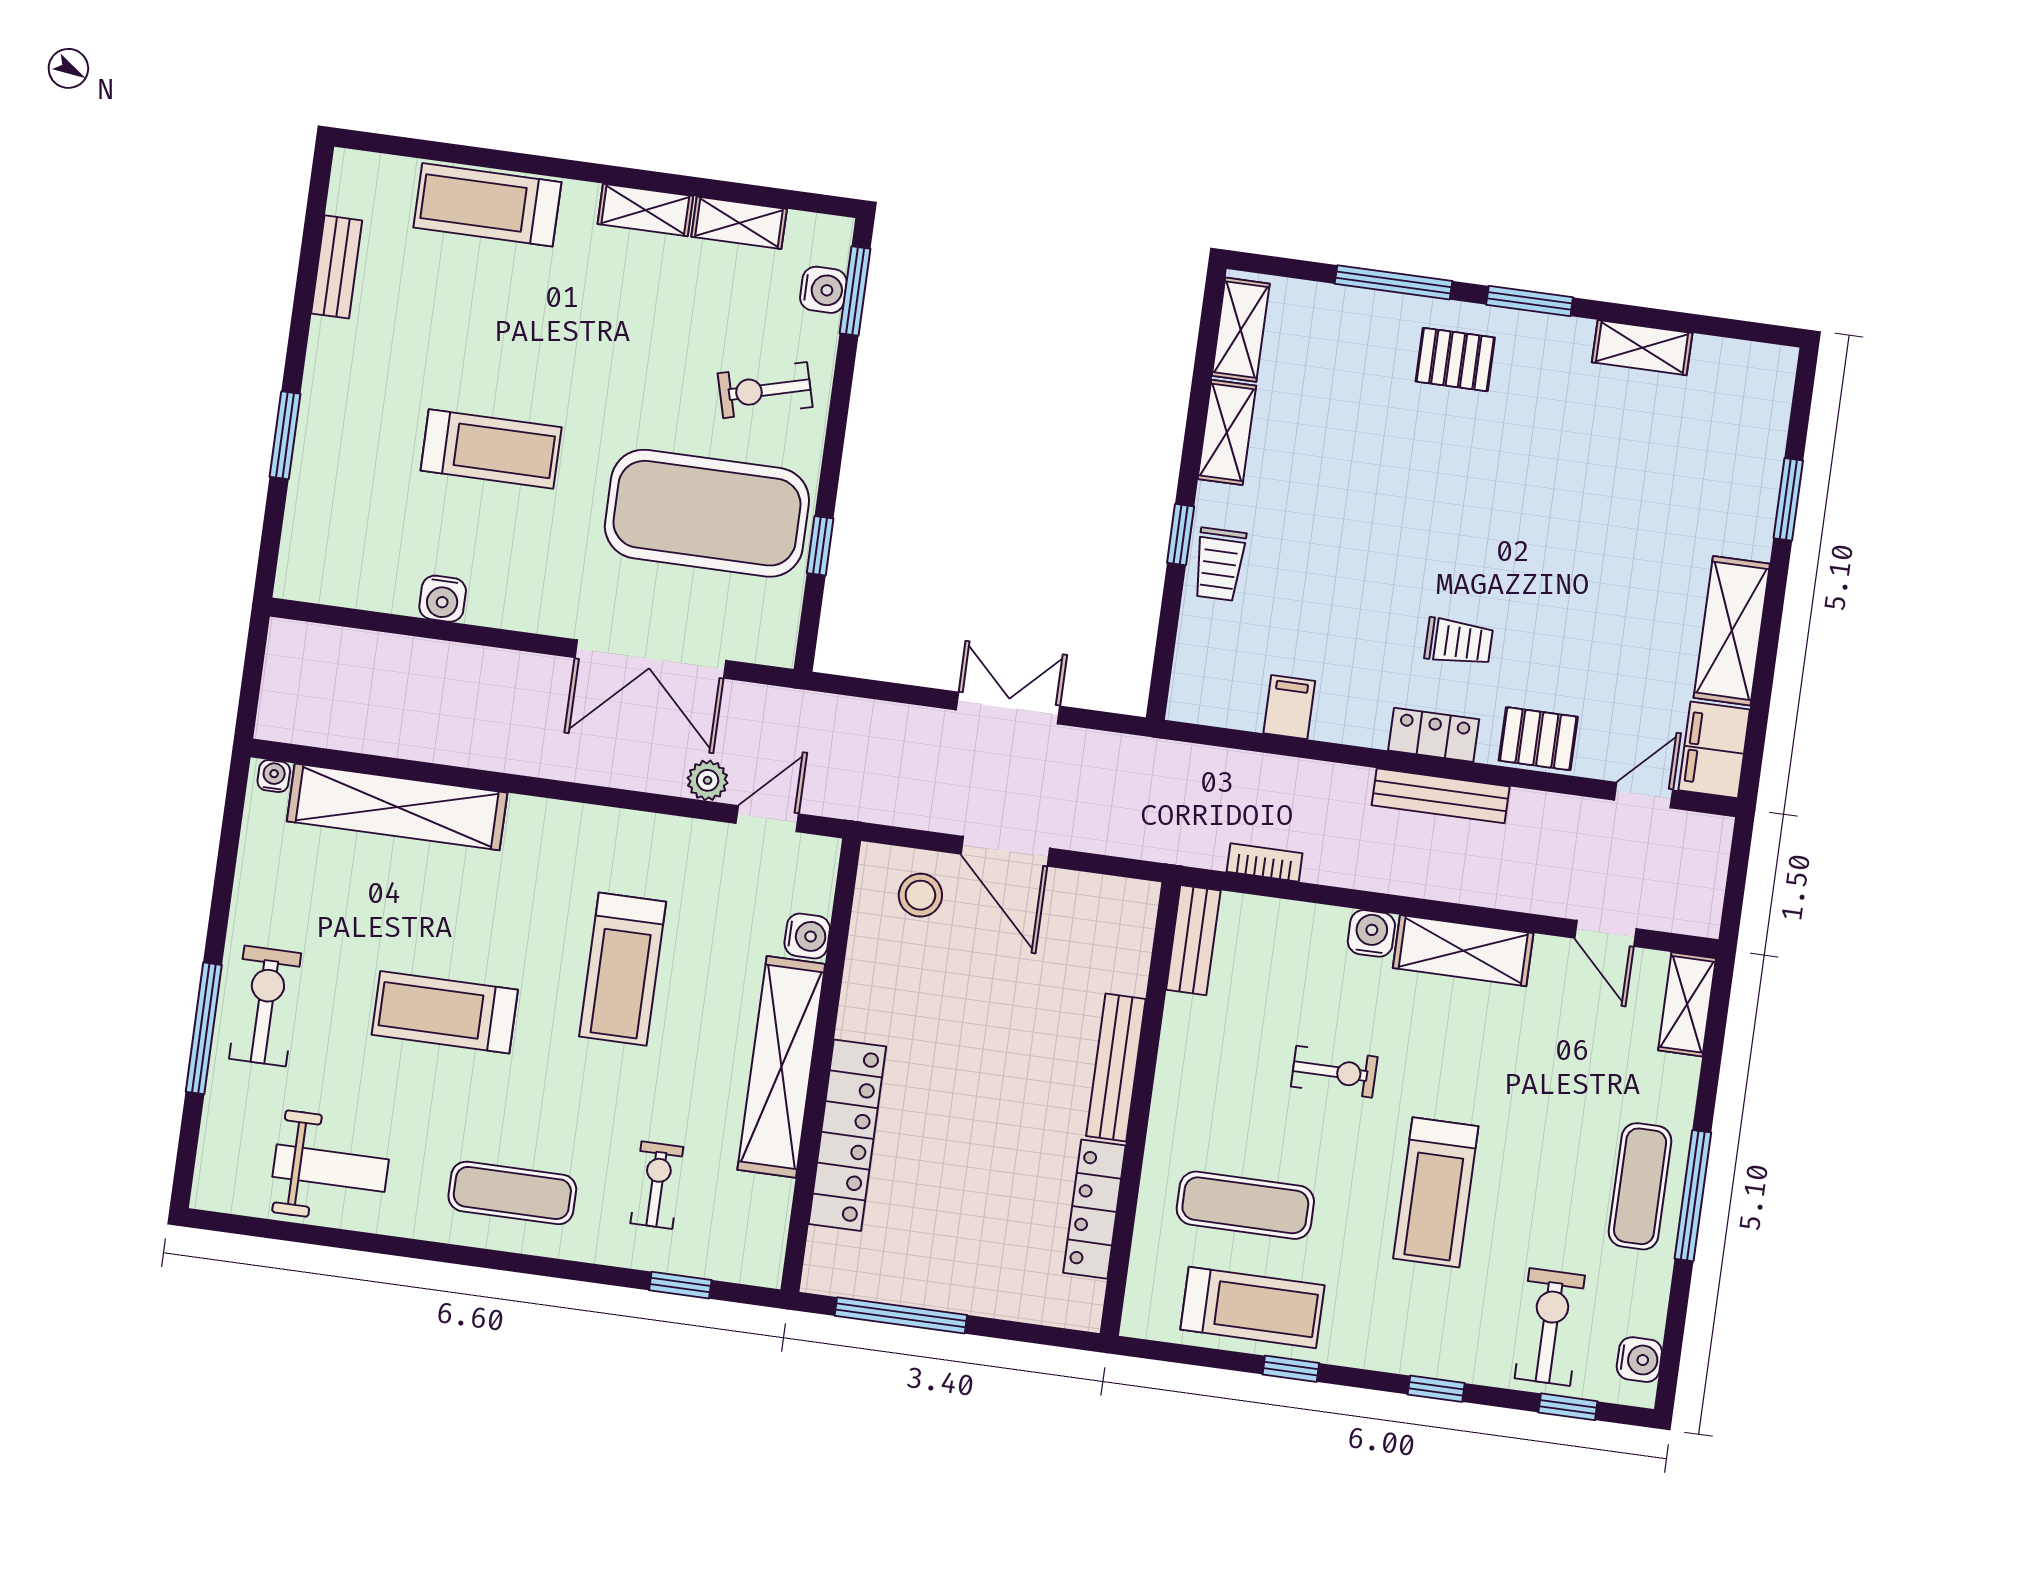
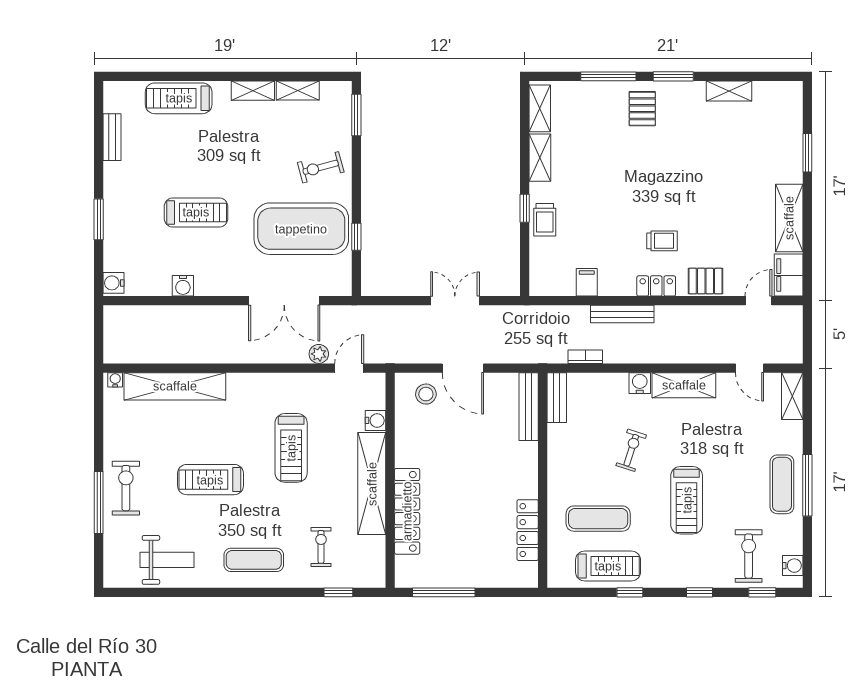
water cooler: (823, 290) -> (113, 283), moved, turned 180
pallet: (1455, 360) -> (642, 109), turned 90
bench: (1441, 796) -> (622, 314), moved
bench: (1116, 1068) -> (529, 407), moved
exercise bike: (1334, 1072) -> (631, 450), turned -72

